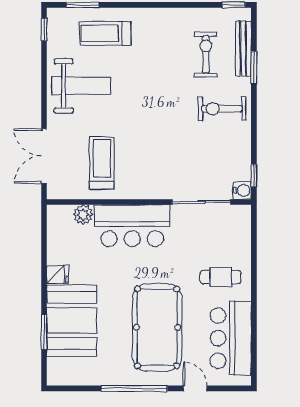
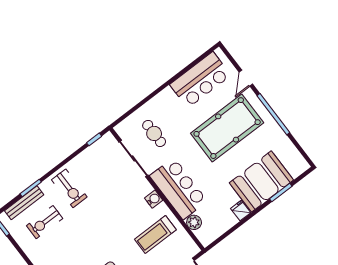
water cooler: (242, 190) -> (154, 199), moved, turned 90
cafe table: (221, 277) -> (154, 133), moved

